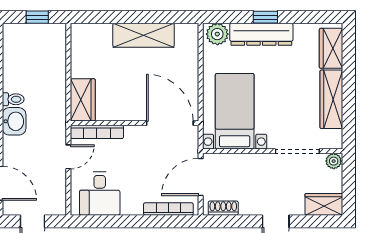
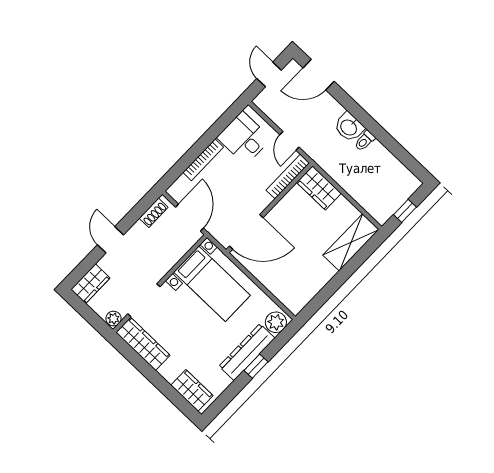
shelving: (144, 35) -> (351, 242), moved
wardrobe: (331, 99) -> (143, 344), moved
bookcase: (168, 209) -> (203, 160), moved

